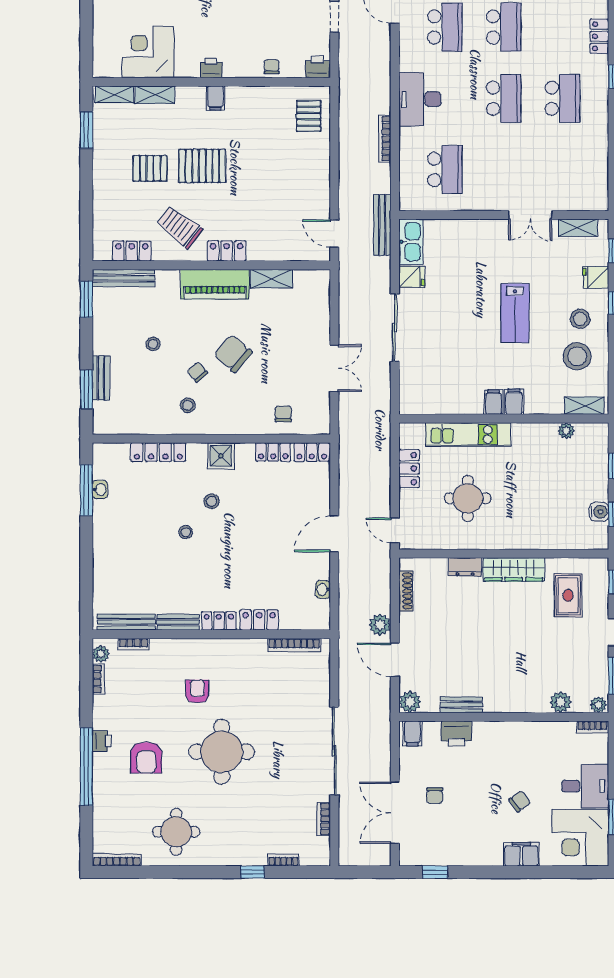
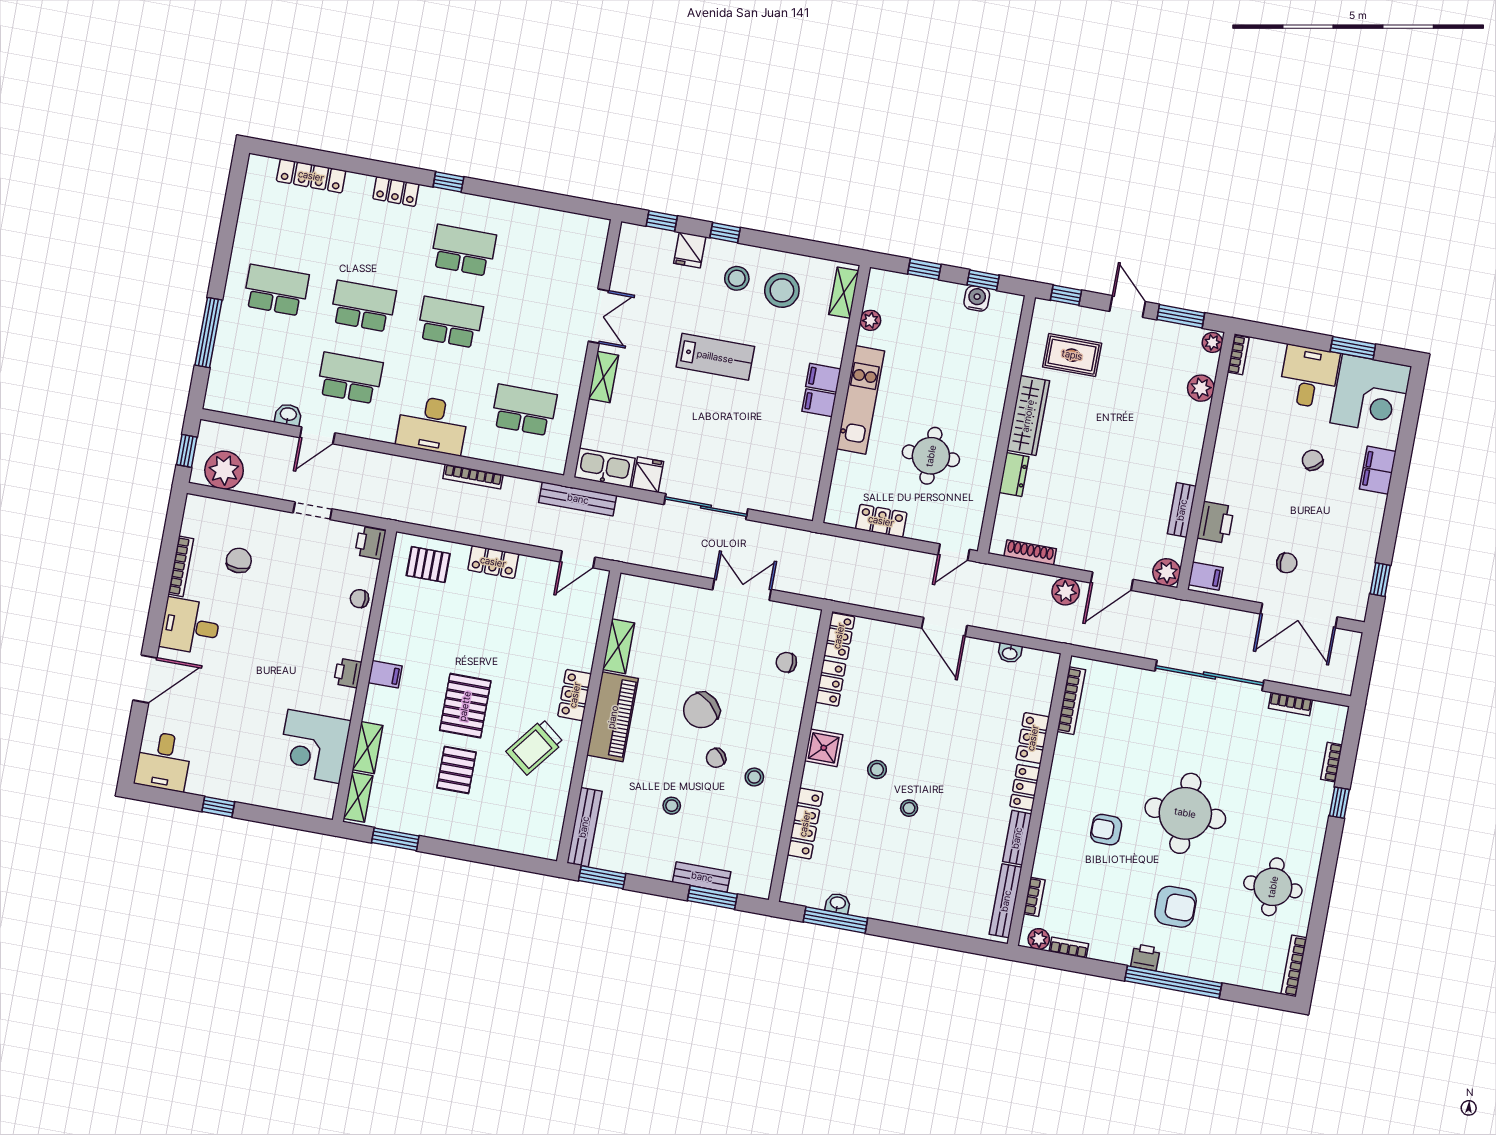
shelving: (578, 228) -> (604, 377), moved
locker: (132, 251) -> (493, 562), moved, turned -90
kitchen unit: (468, 434) -> (861, 400), moved

